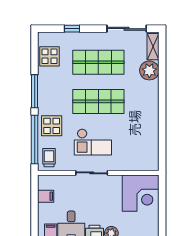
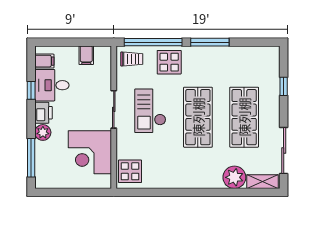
display table: (49, 56) -> (130, 171), moved
corner desk: (141, 193) -> (90, 152), moved

